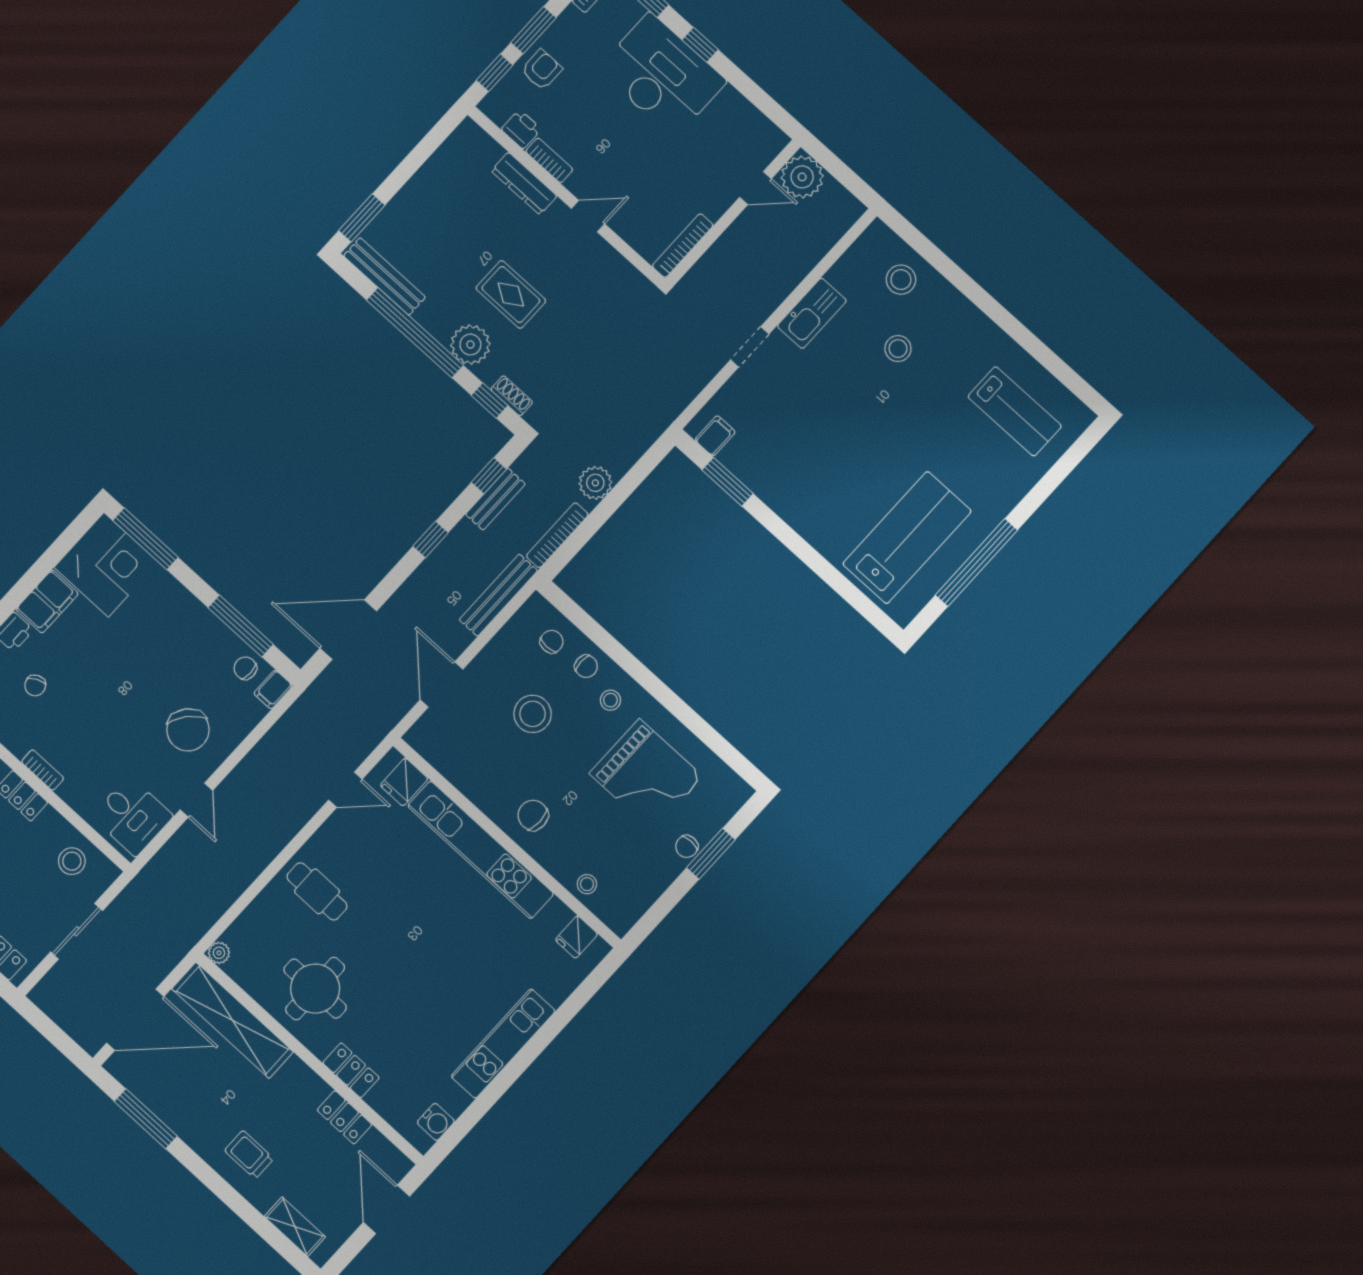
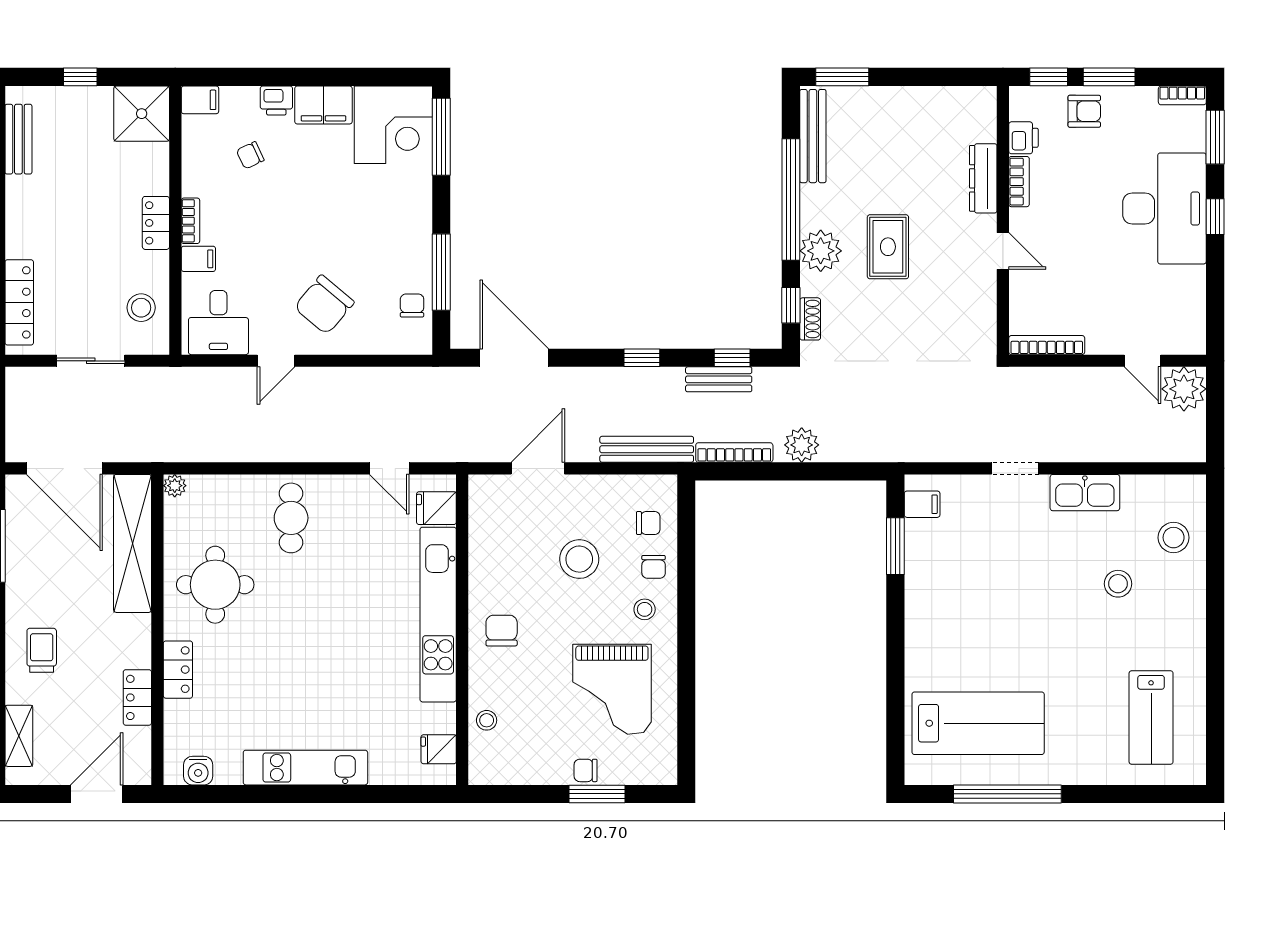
filing cabinet: (273, 690) -> (198, 259), moved, turned 180

